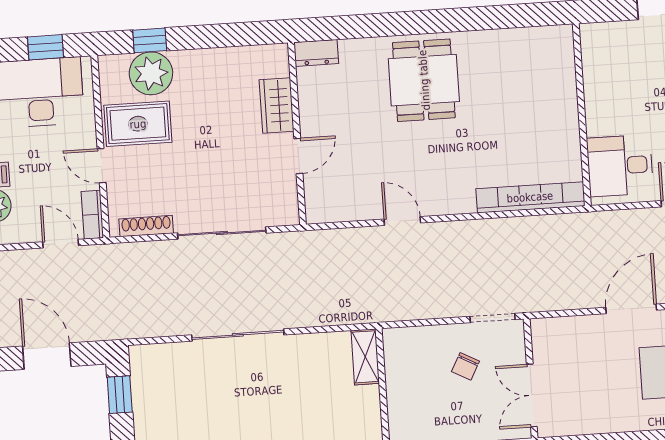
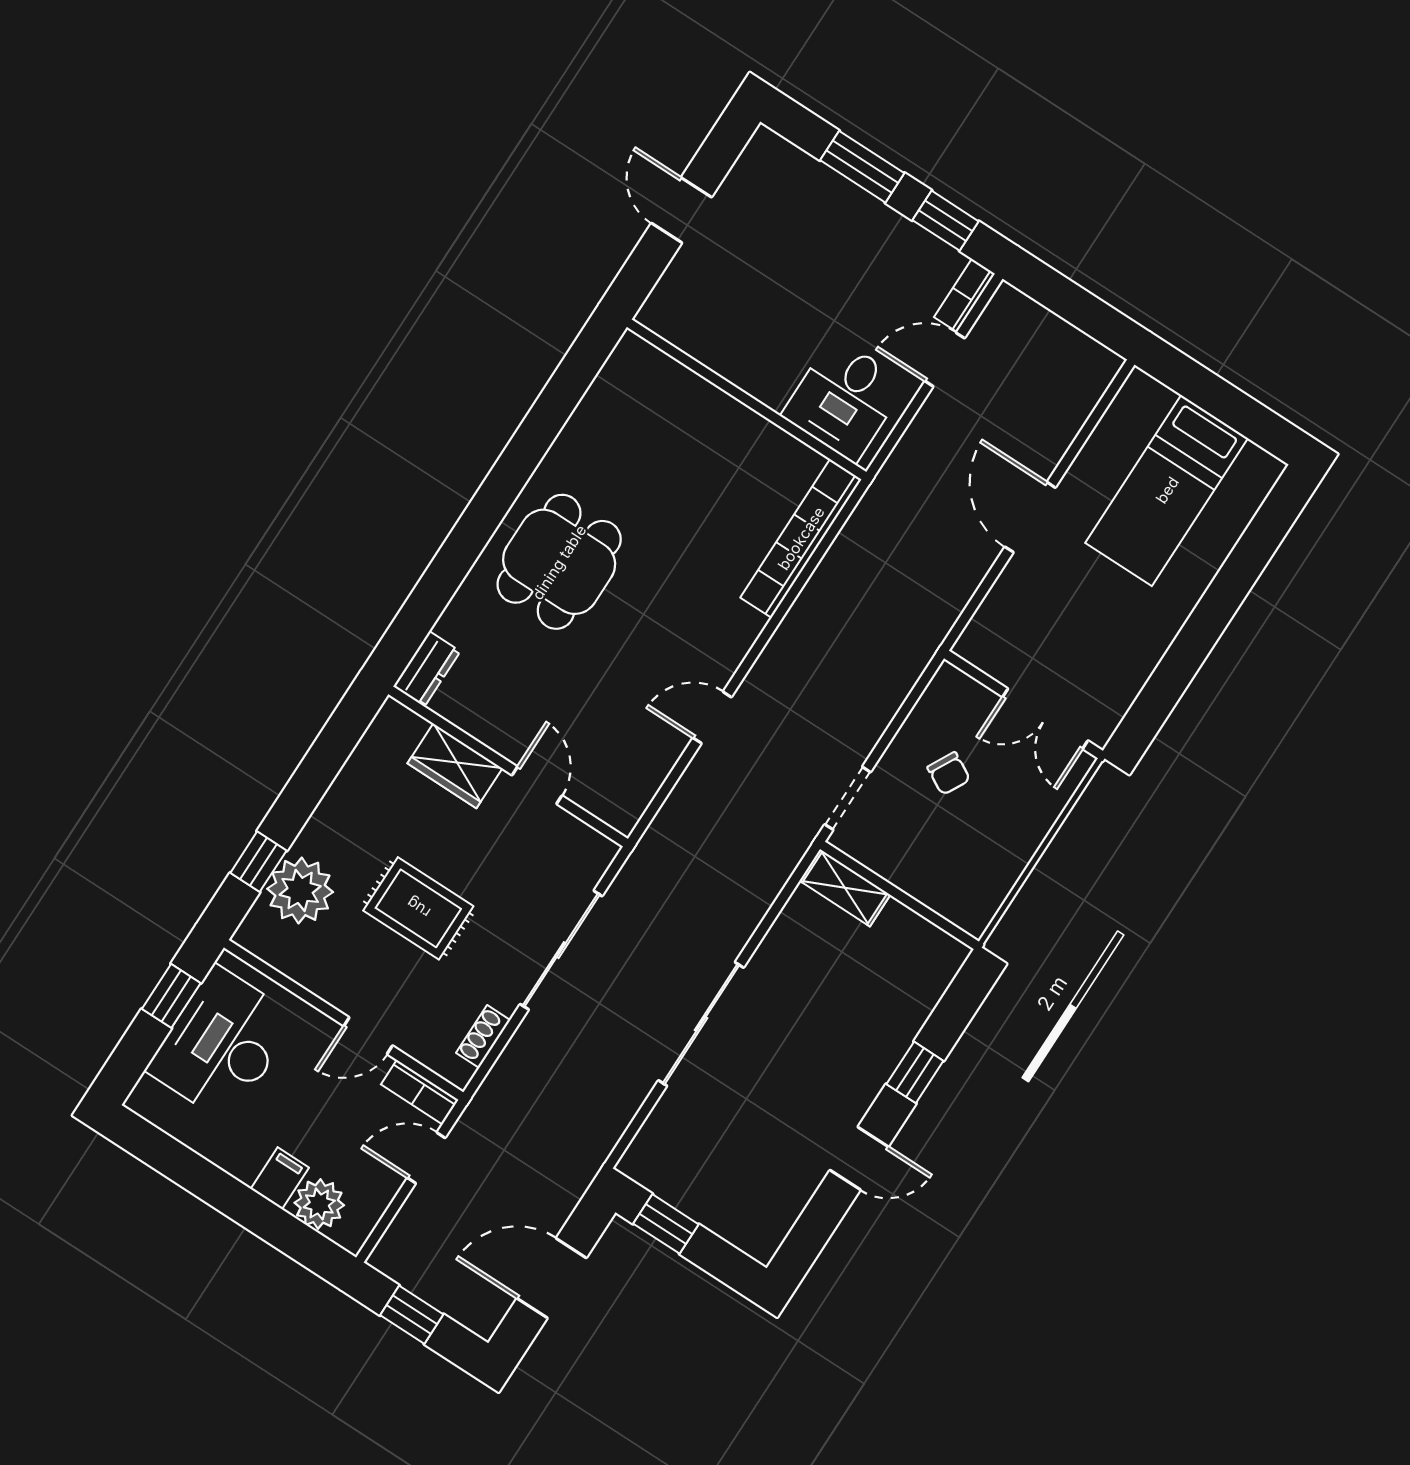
dining table: (424, 80) -> (559, 562), turned 90
rug: (138, 124) -> (418, 908), moved, turned 90
shoe rack: (146, 226) -> (483, 1037), width x0.70
doorway: (493, 318) -> (848, 798), moved

